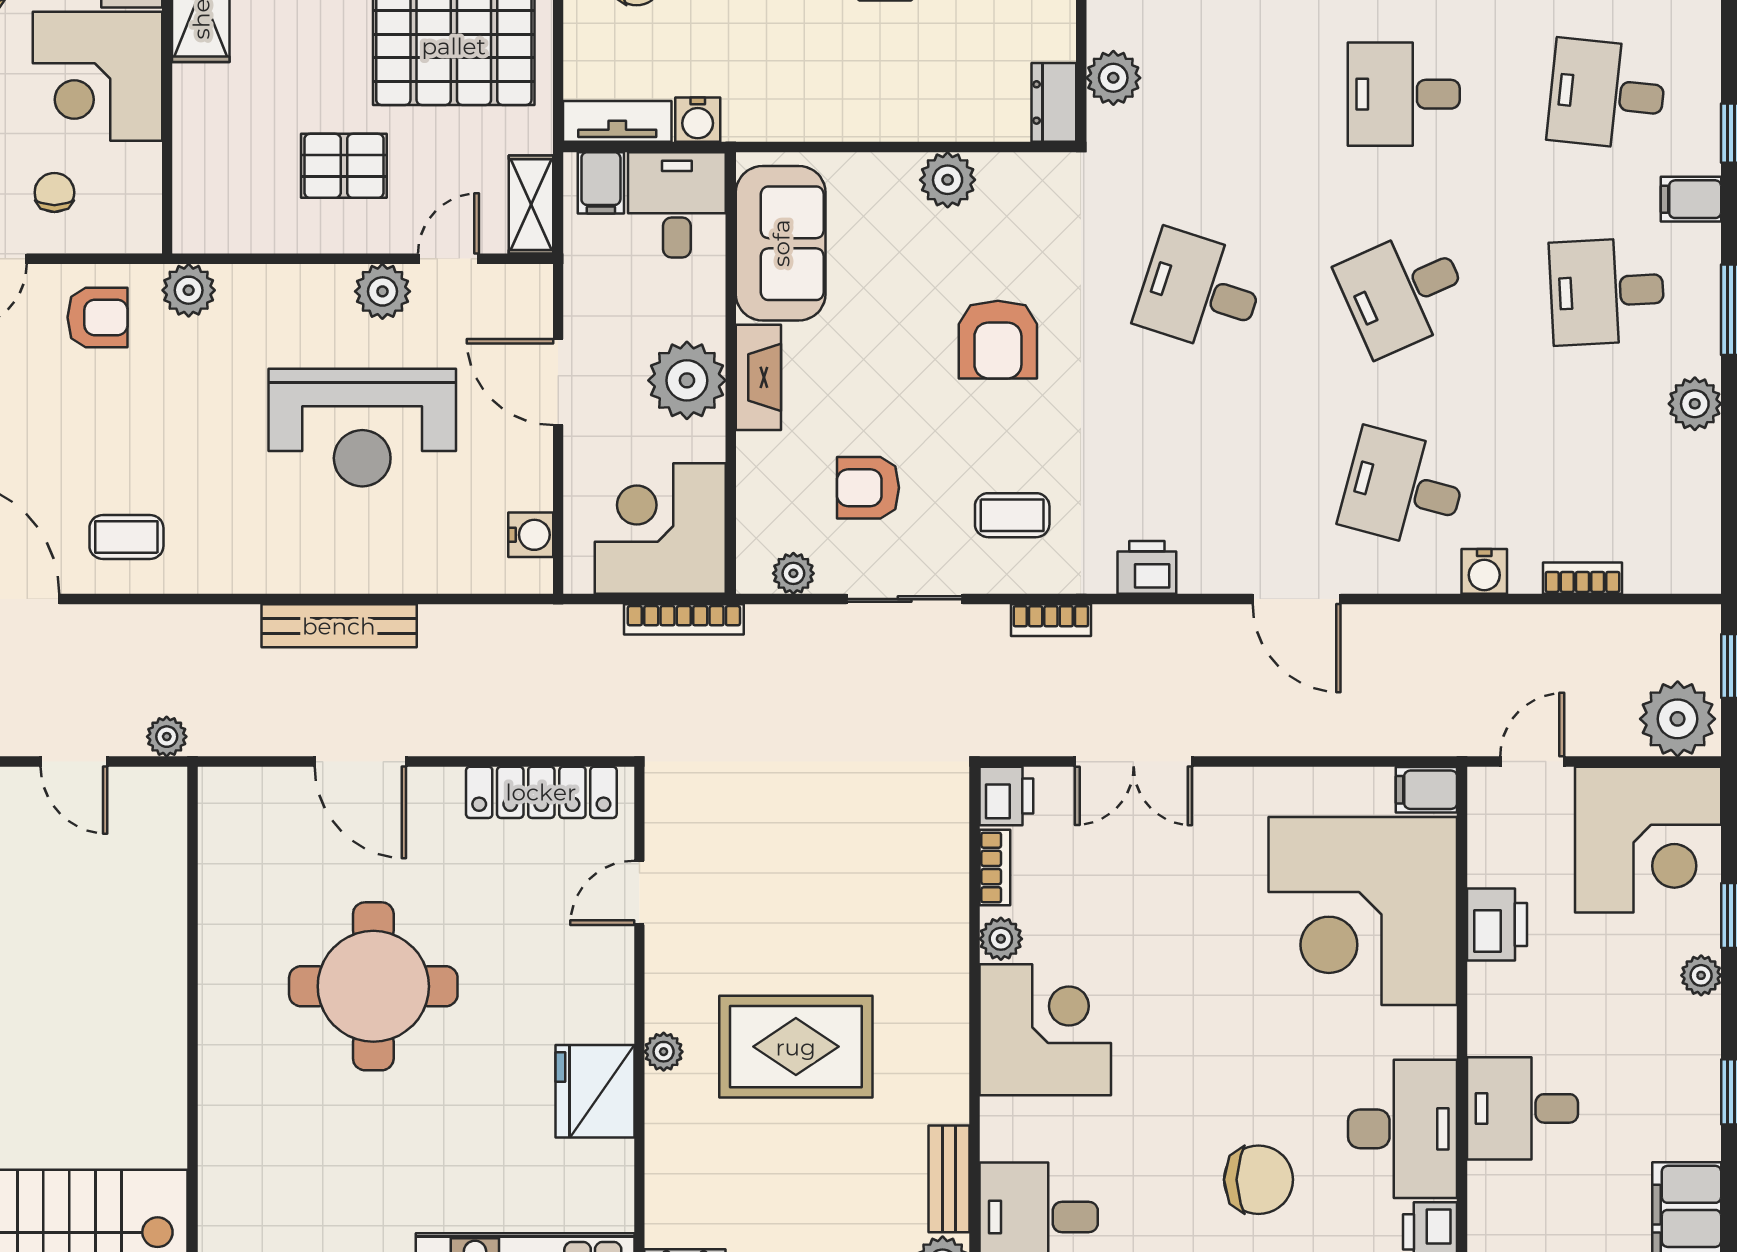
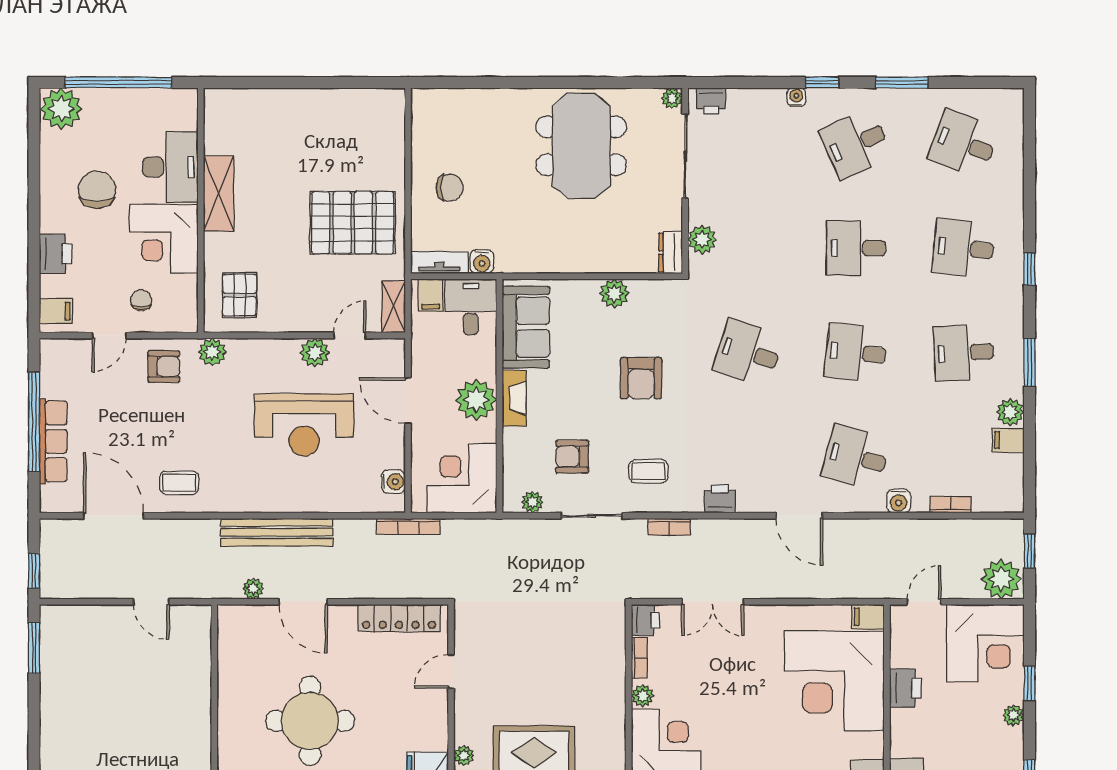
pallet: (344, 166) -> (239, 295), moved, turned 90
filing cabinet: (1691, 199) -> (1008, 440), moved
desk: (1404, 291) -> (856, 353), turned 30
bookcase: (684, 619) -> (408, 526), moved
bench: (339, 626) -> (277, 532), width x1.37, depth x1.21
plant: (167, 737) -> (253, 589), moved

